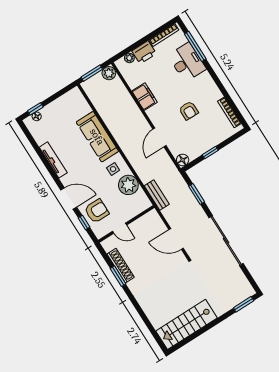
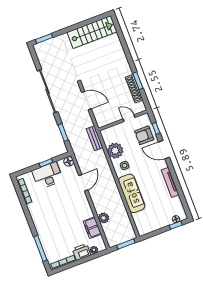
desk: (187, 62) -> (47, 175), moved, turned 90
plant: (109, 73) -> (104, 218), moved
filing cabinet: (144, 97) -> (92, 228), moved
armchair: (189, 111) -> (56, 199), removed

